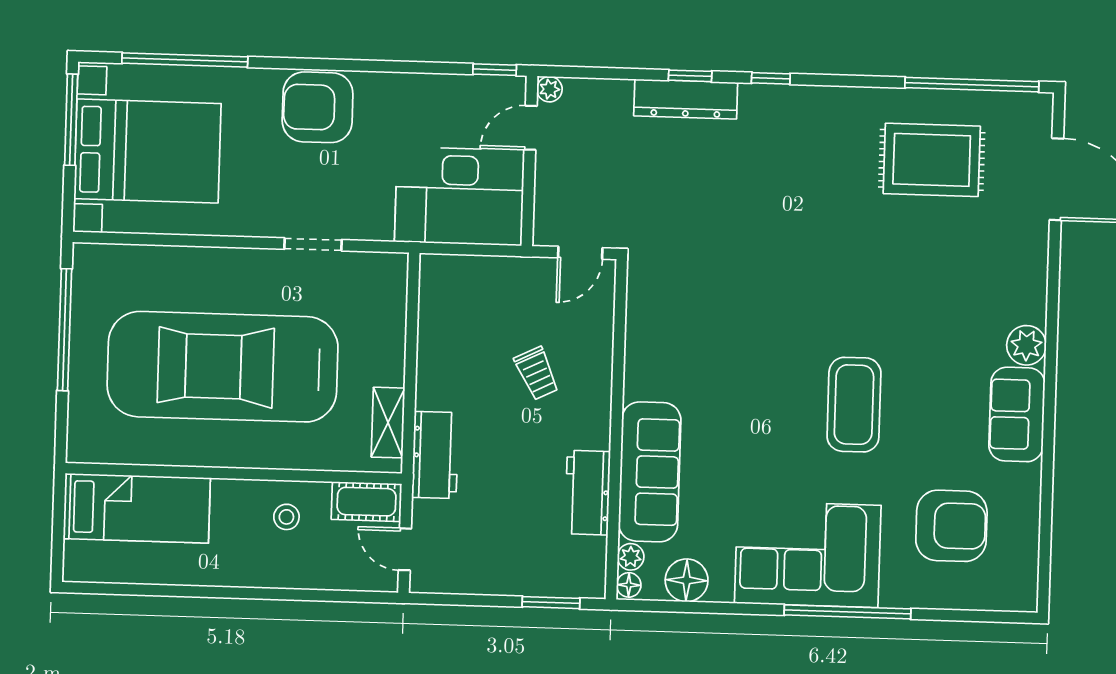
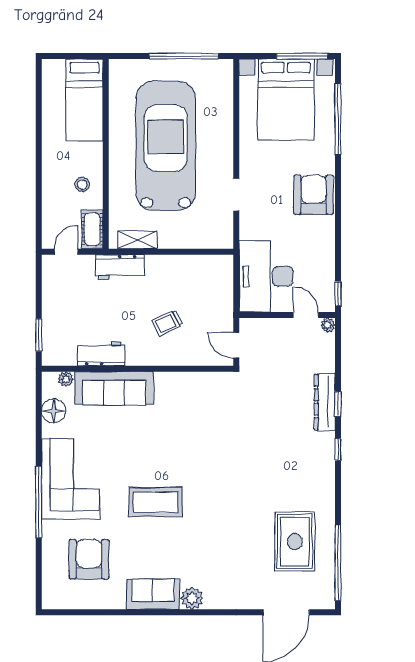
armchair: (951, 526) -> (89, 559), turned 180
floor lamp: (629, 585) -> (50, 378), removed

